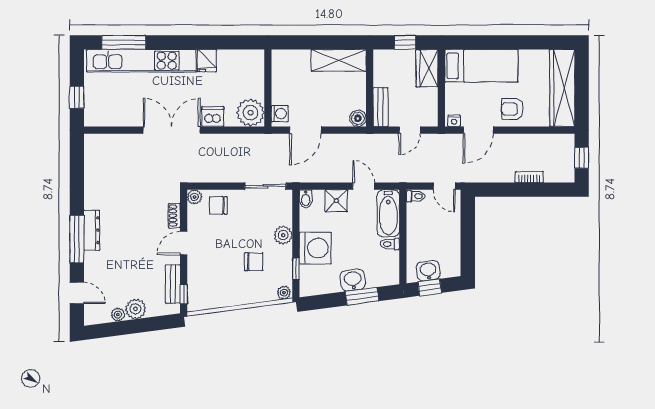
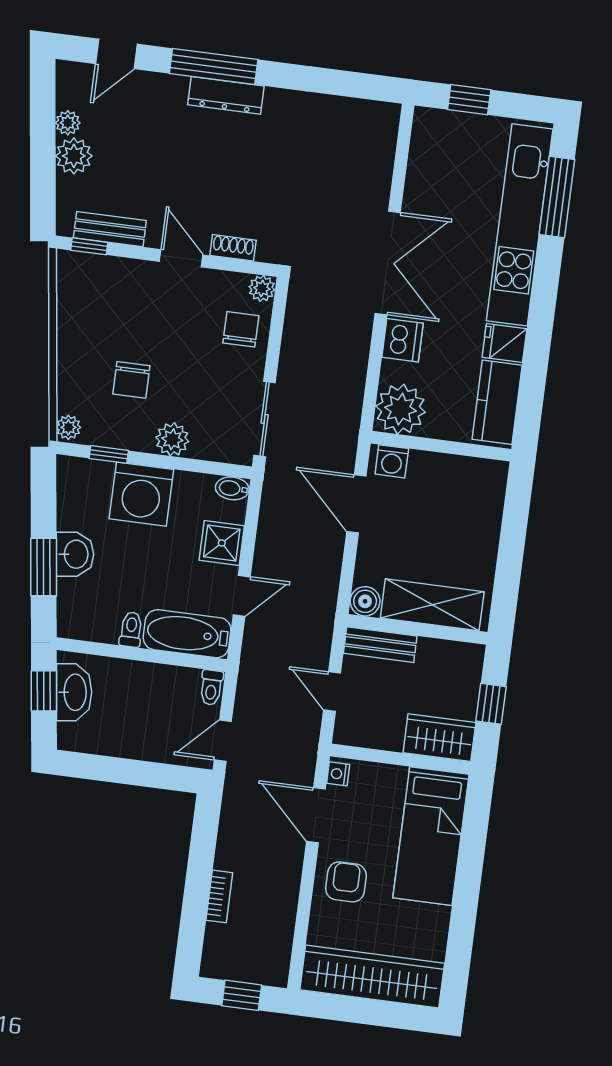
kitchen counter: (240, 60) -> (497, 402), added
shelving: (339, 60) -> (432, 605), moved, turned 90
washbasin: (428, 271) -> (74, 692), width x1.38

